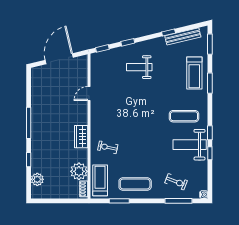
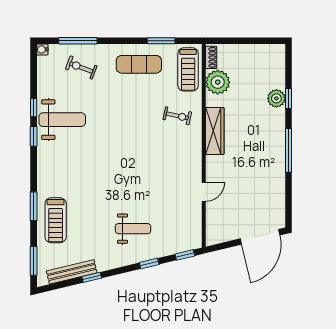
door: (59, 59) -> (260, 237), moved
treadmill: (194, 73) -> (56, 220), turned 180
exercise mat: (184, 116) -> (70, 160), removed
wardrobe: (81, 137) -> (215, 131), width x1.50
plant: (37, 179) -> (276, 98), moved

